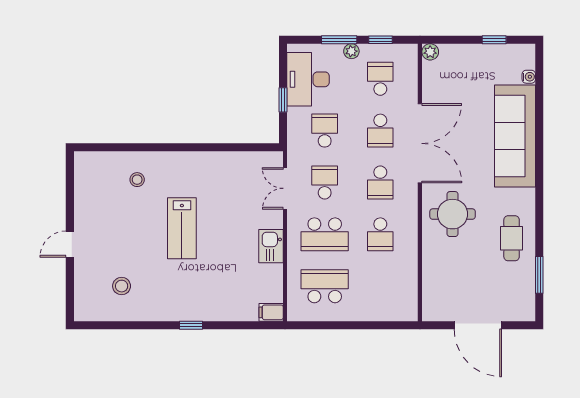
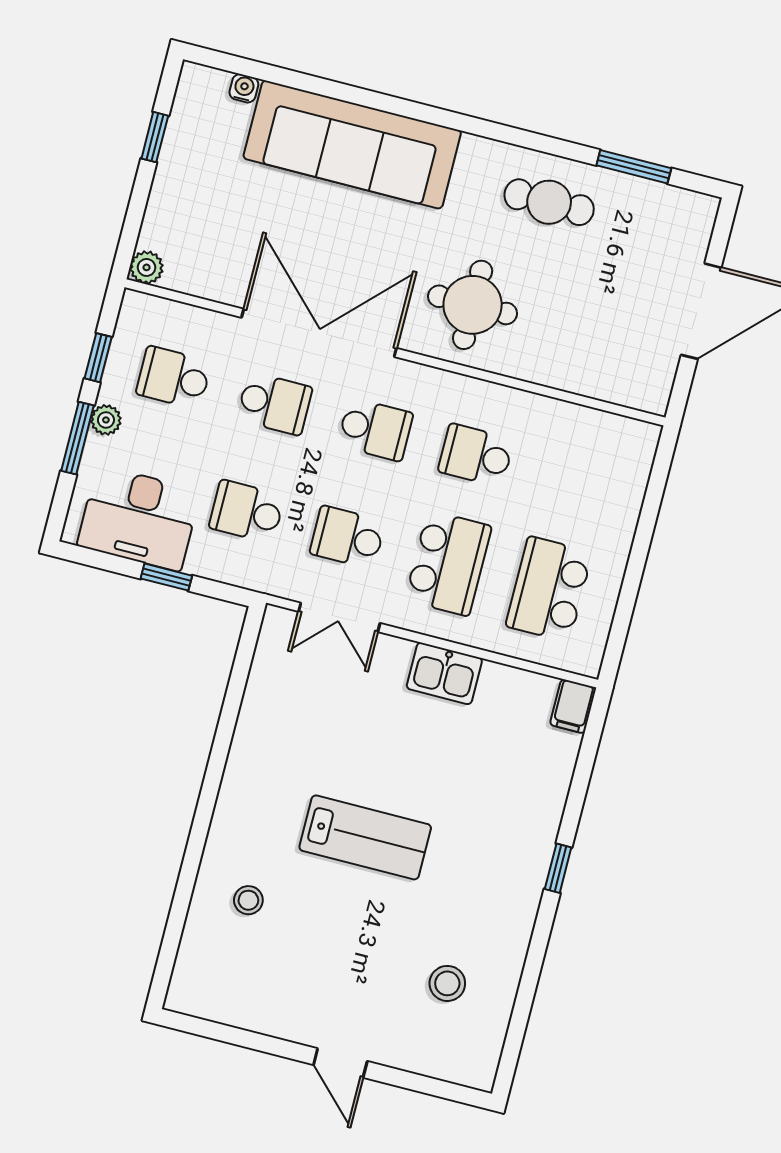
school desk: (380, 234) -> (476, 455), turned 180

